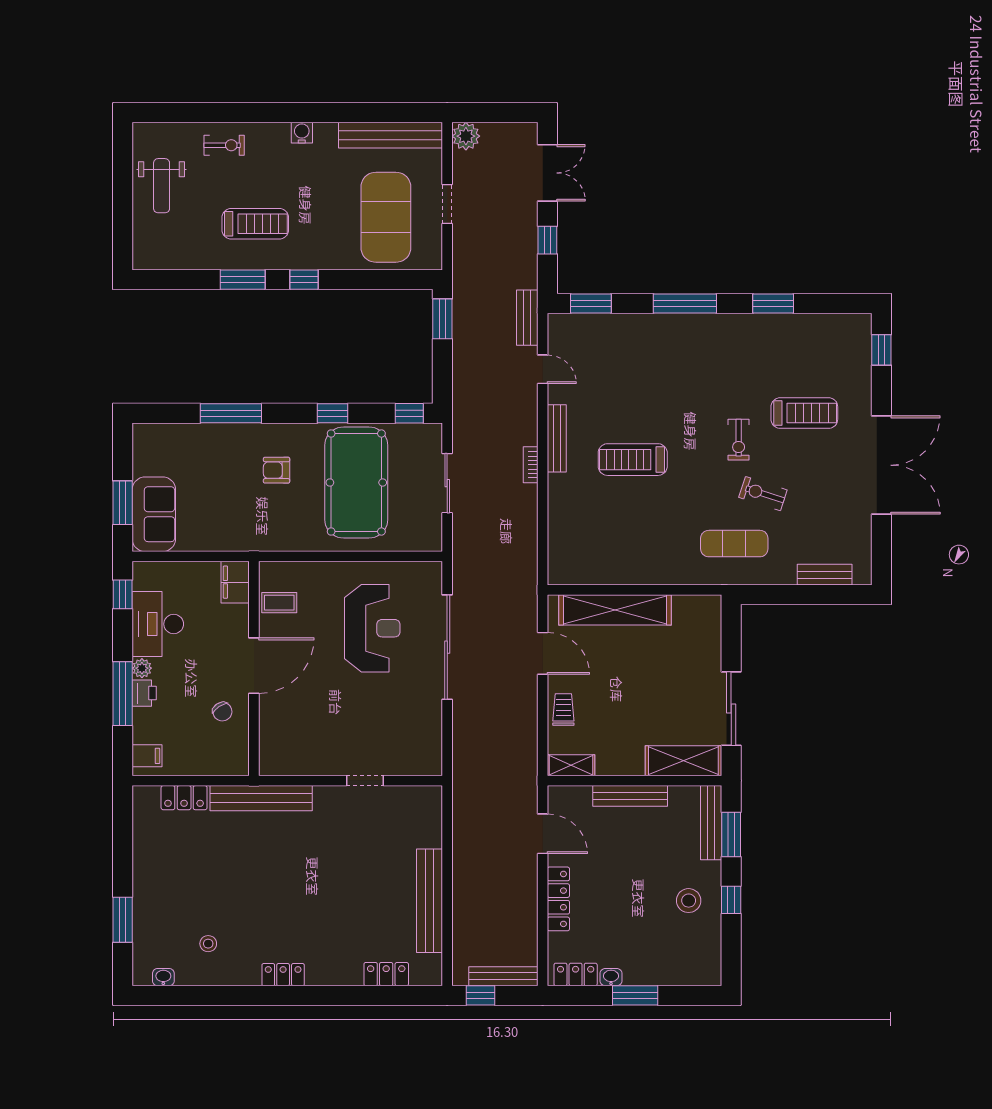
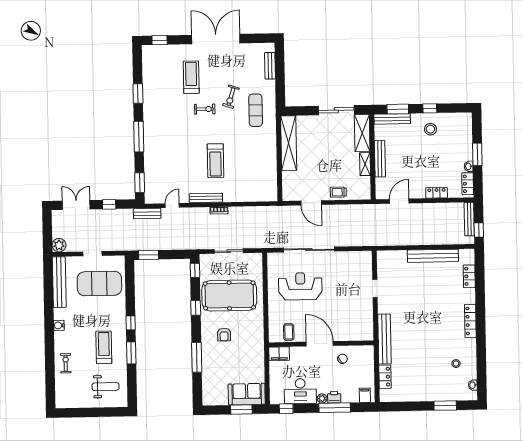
weight bench: (162, 186) -> (106, 387), moved
shelving: (615, 610) -> (289, 143), moved
door: (543, 653) -> (311, 203), swing flipped
shelving: (571, 765) -> (365, 164), moved
locker: (558, 899) -> (437, 193), width x0.66
locker: (283, 975) -> (470, 321), width x1.53

